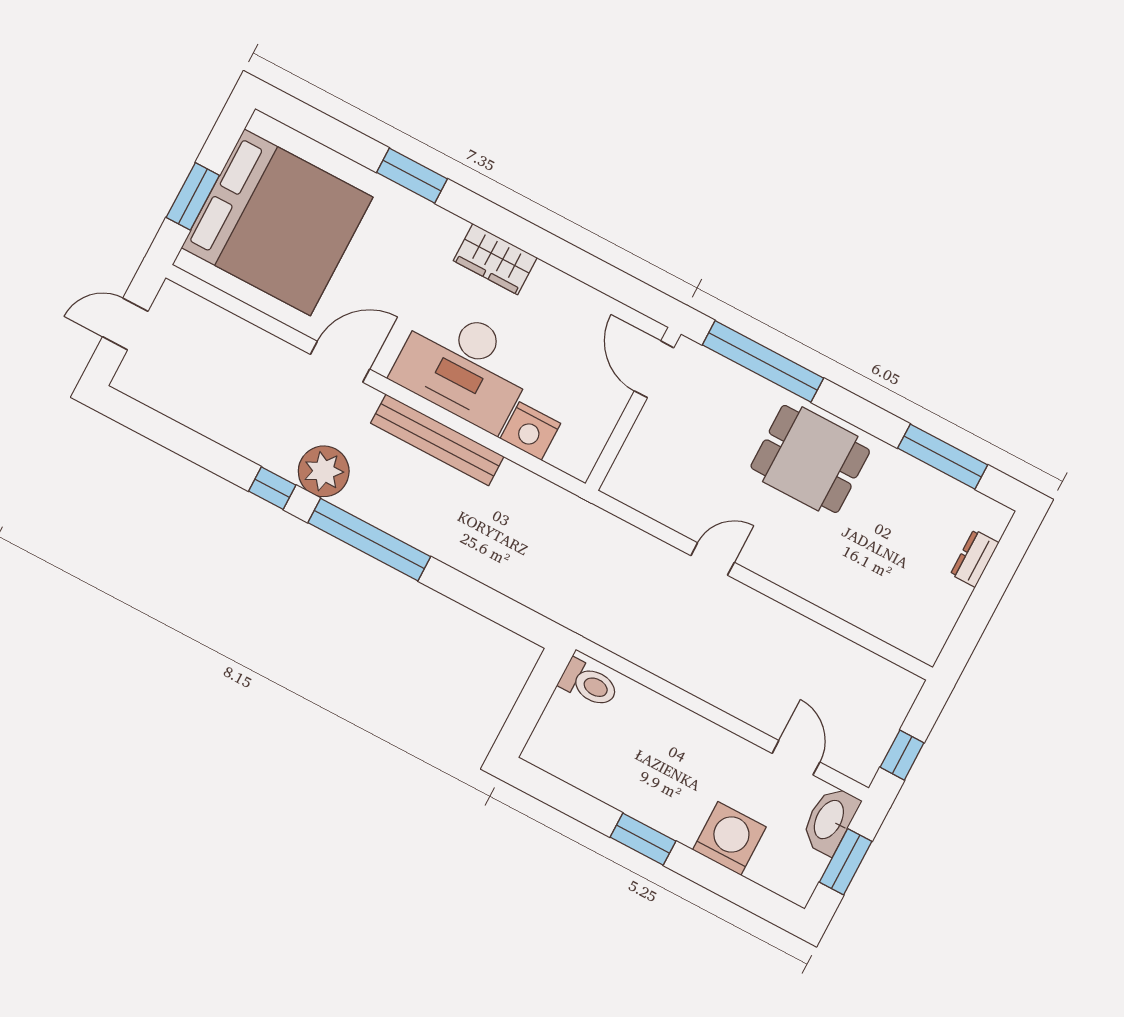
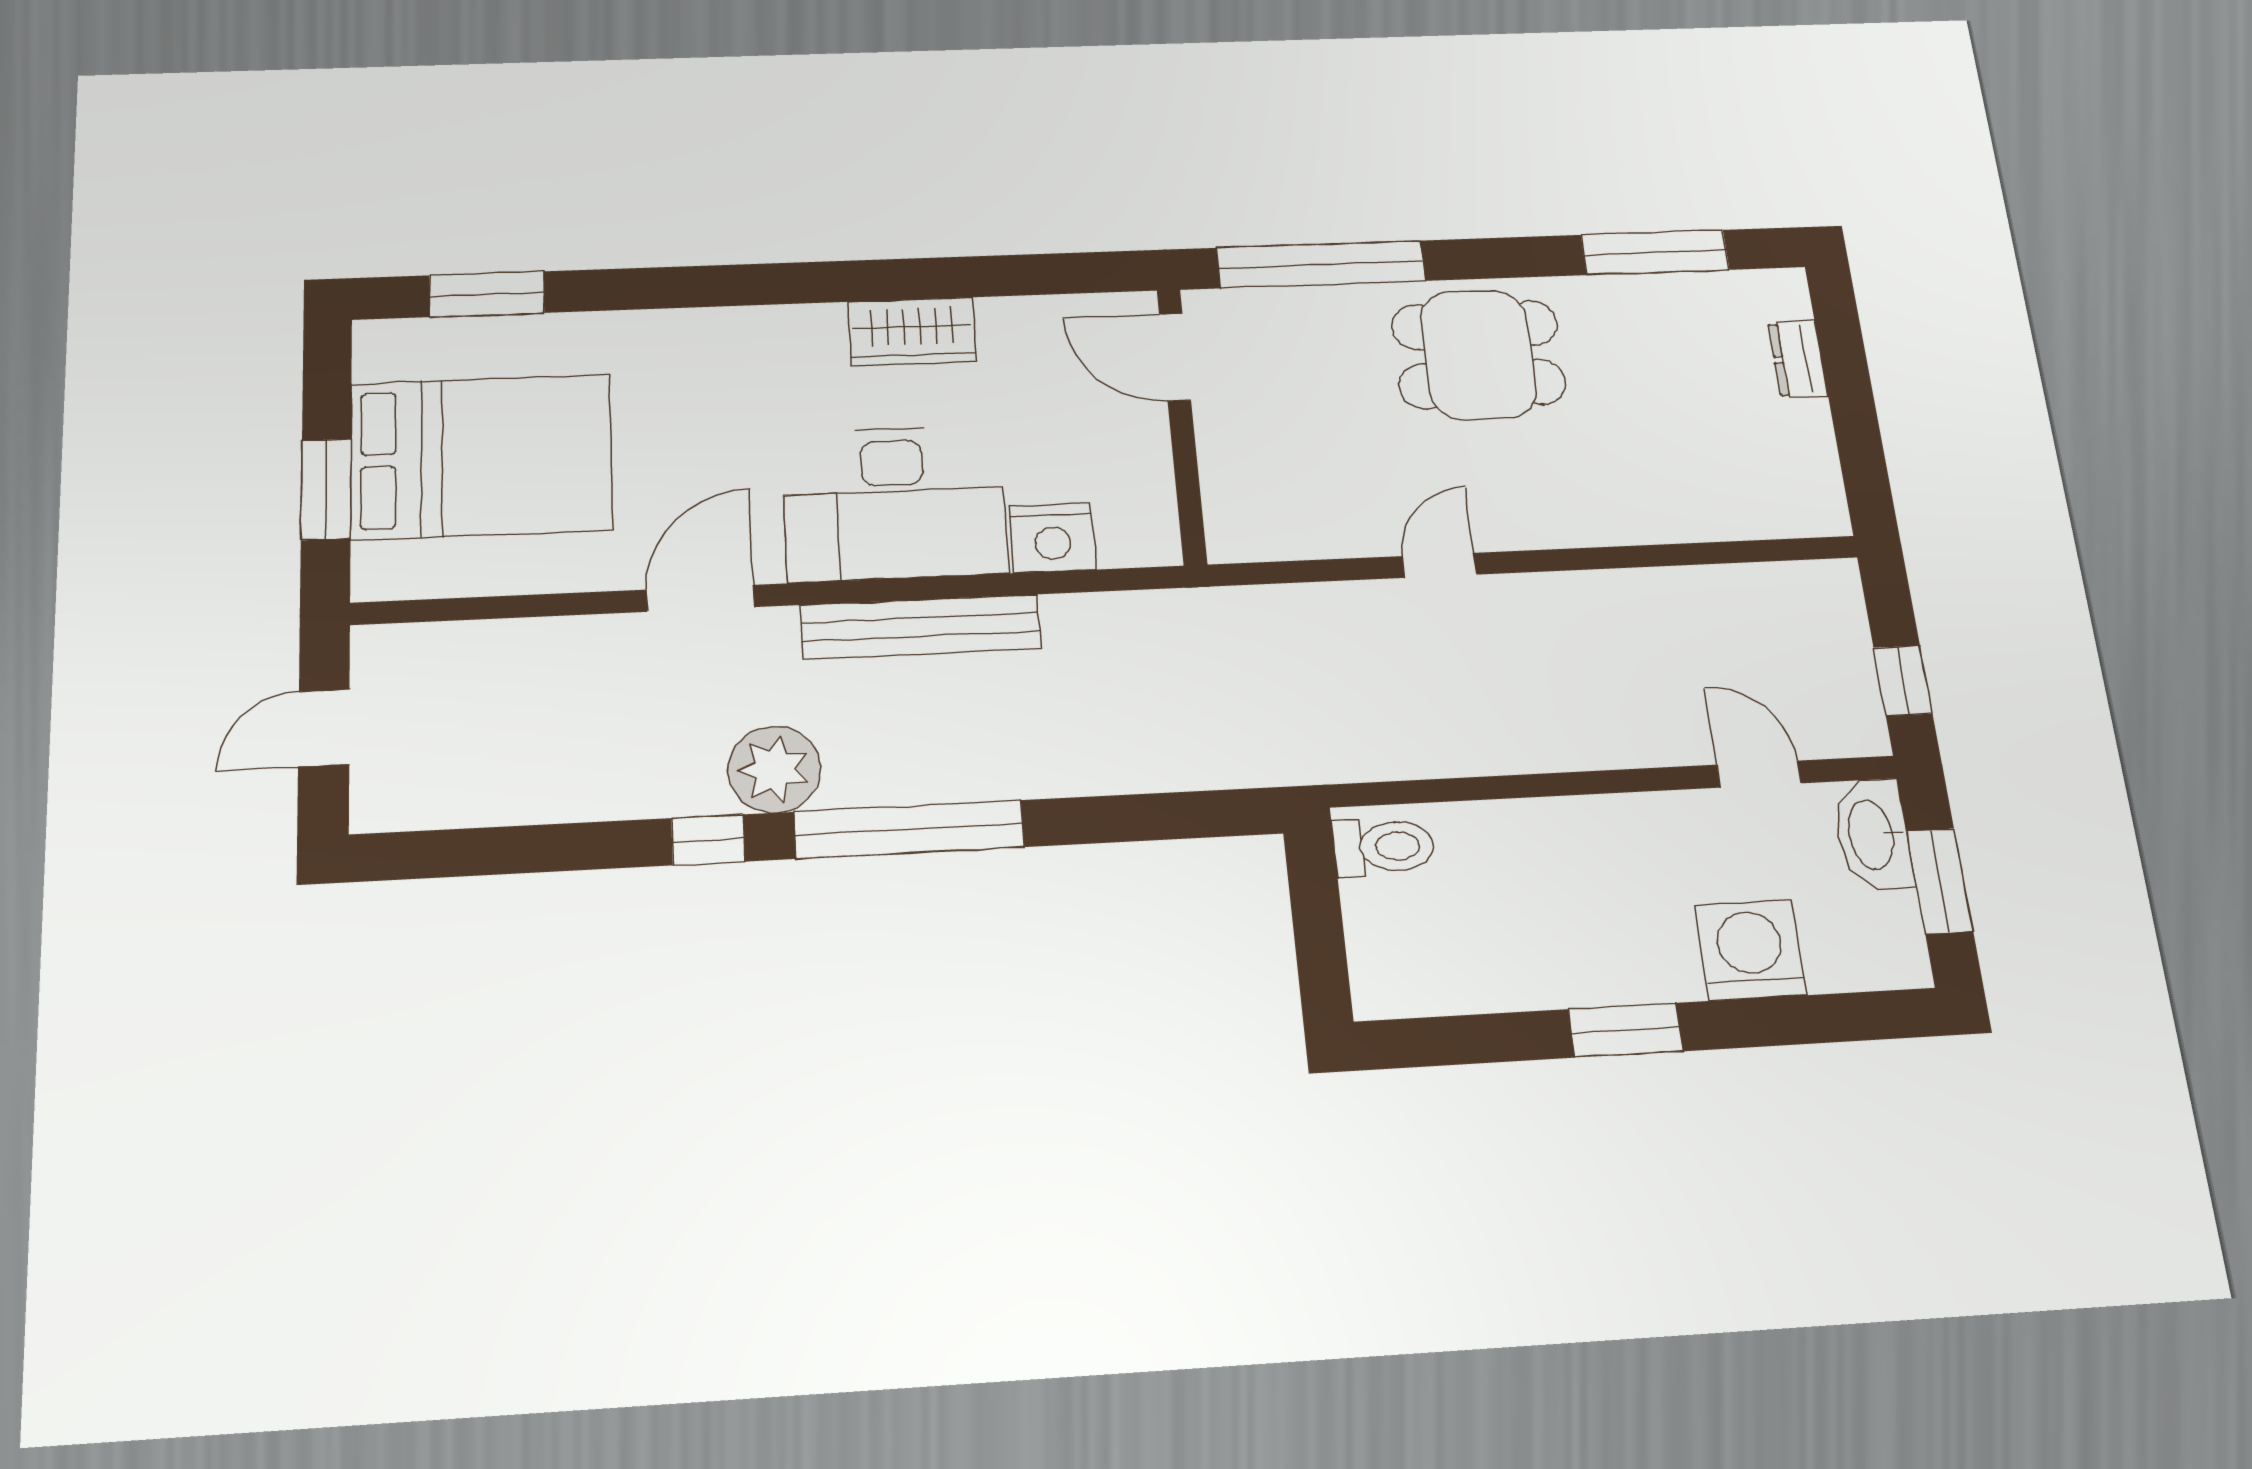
window: (412, 176) -> (487, 294), moved
bed: (277, 222) -> (481, 457), width x0.73
wardrobe: (495, 259) -> (912, 332), moved

